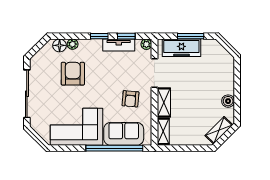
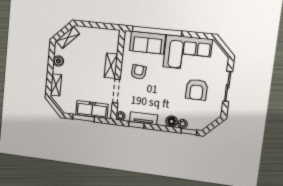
window: (99, 36) -> (189, 132), moved
floor lamp: (60, 45) -> (172, 121), moved
armchair: (73, 74) -> (197, 90), moved
sliding door: (27, 94) -> (228, 86), width x0.73
shelving: (163, 131) -> (56, 85), moved

